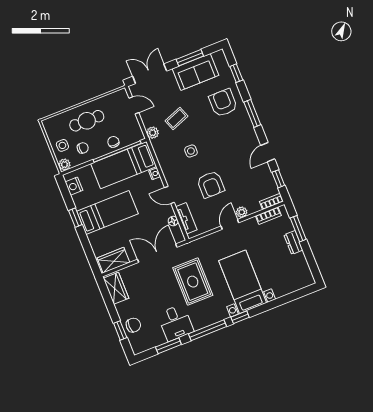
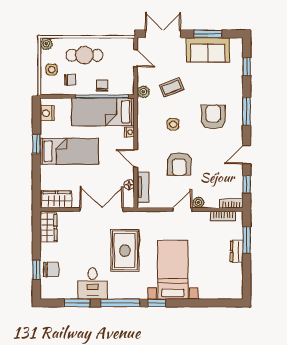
armchair: (223, 103) -> (213, 117), moved
plant: (64, 165) -> (46, 44), moved

